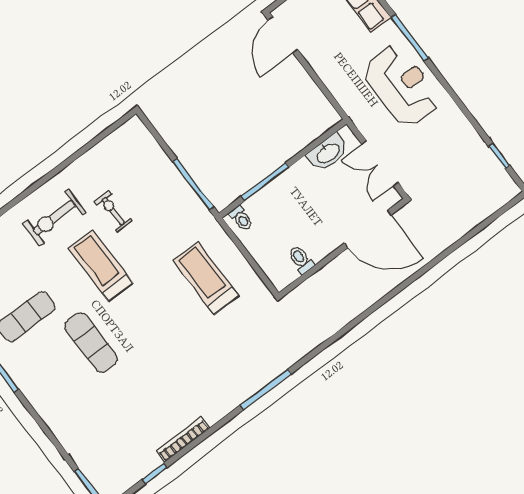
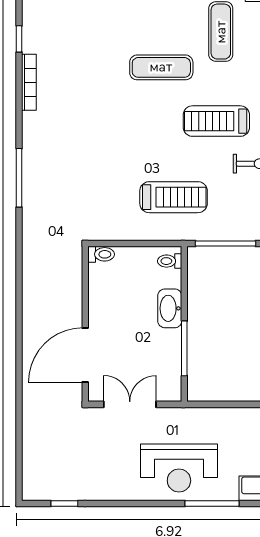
washbasin: (328, 153) -> (170, 308), moved
window: (265, 182) -> (184, 348), moved
toilet: (301, 260) -> (101, 254), moved
treadmill: (101, 266) -> (216, 121), turned 180
treadmill: (206, 278) -> (174, 197), moved

